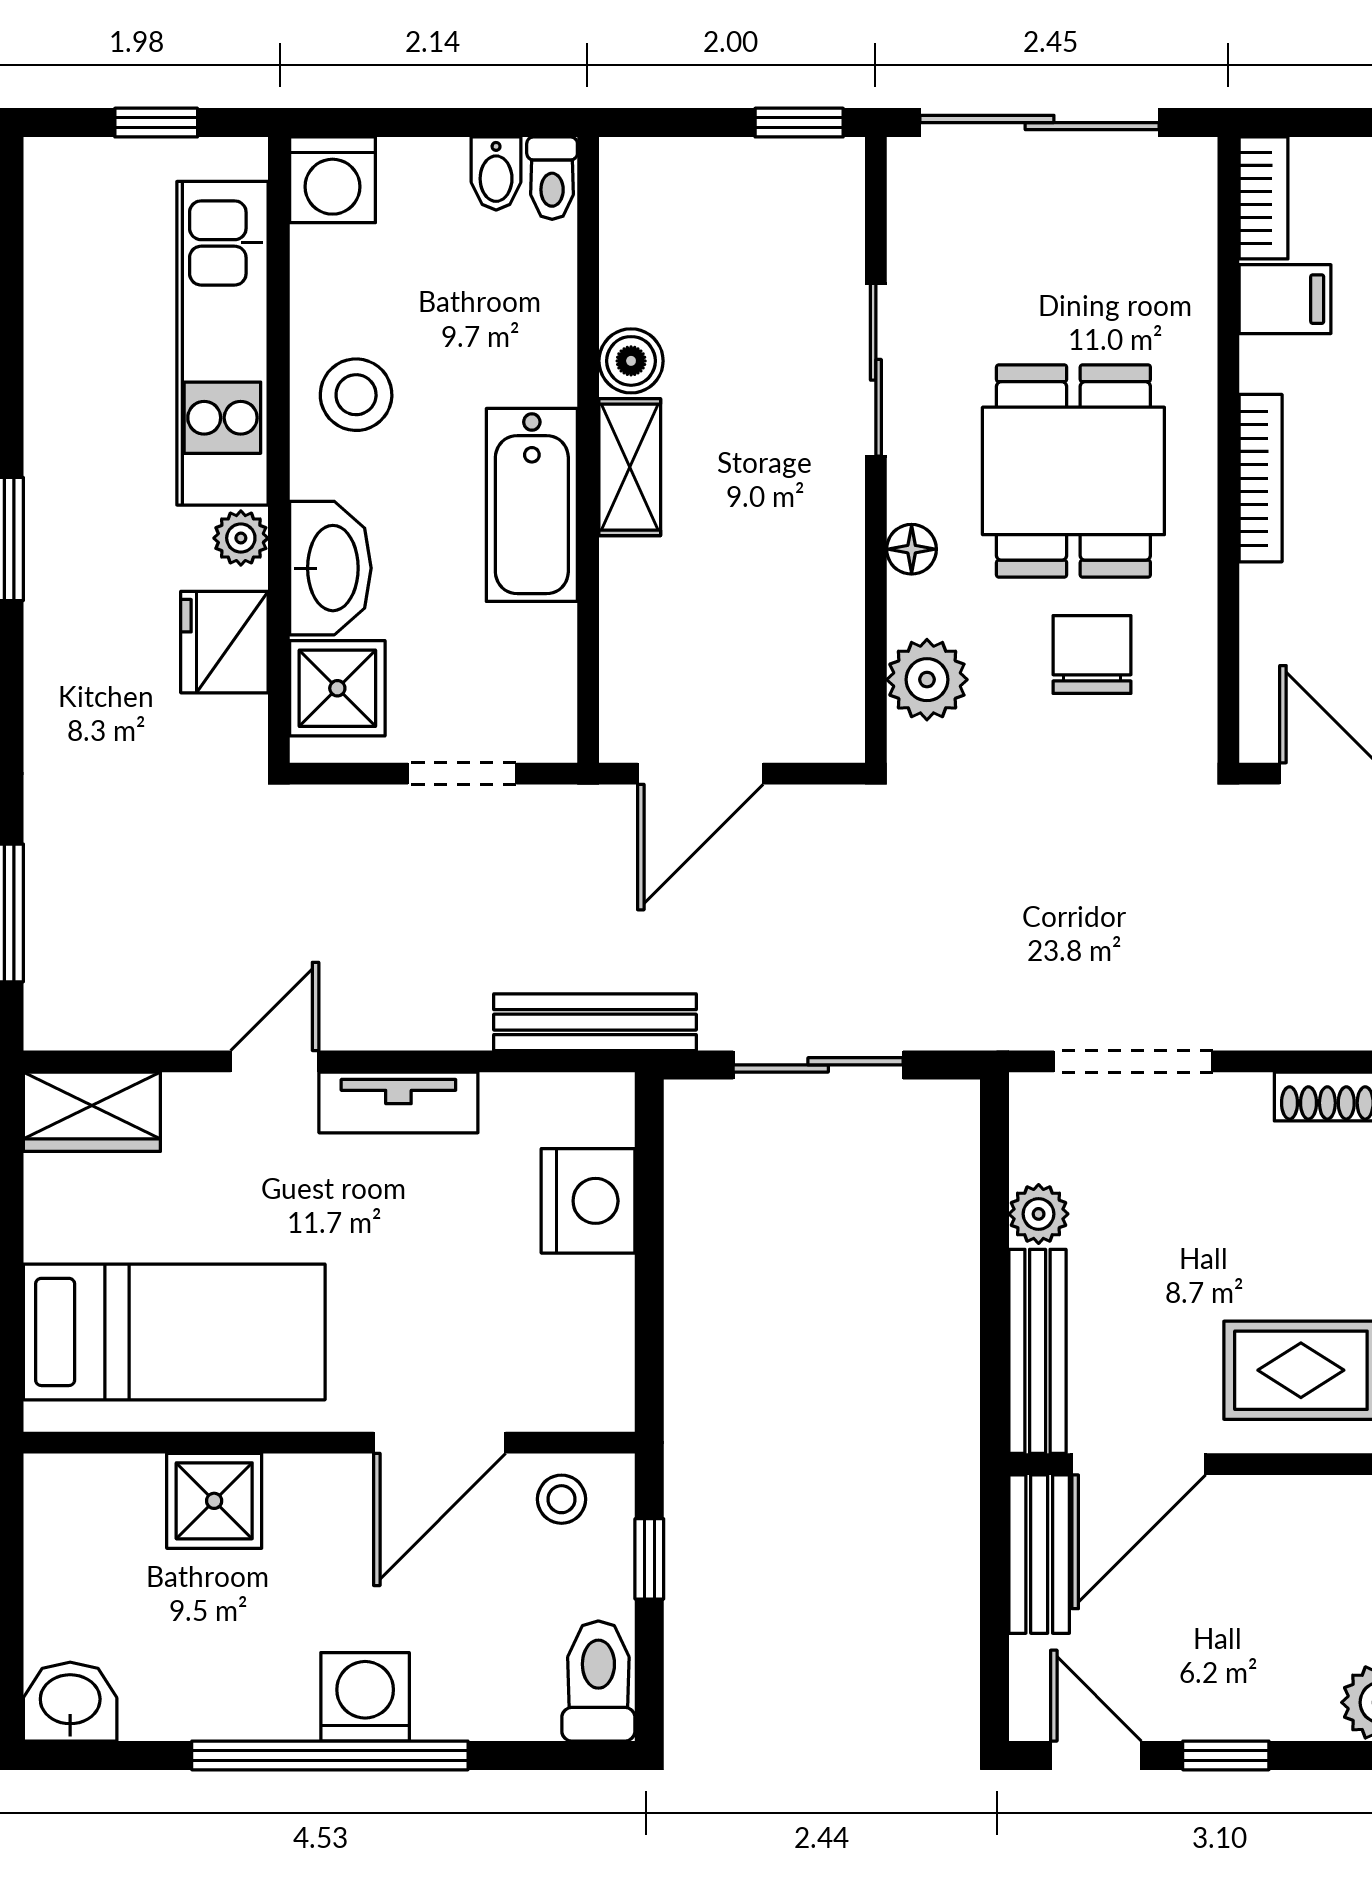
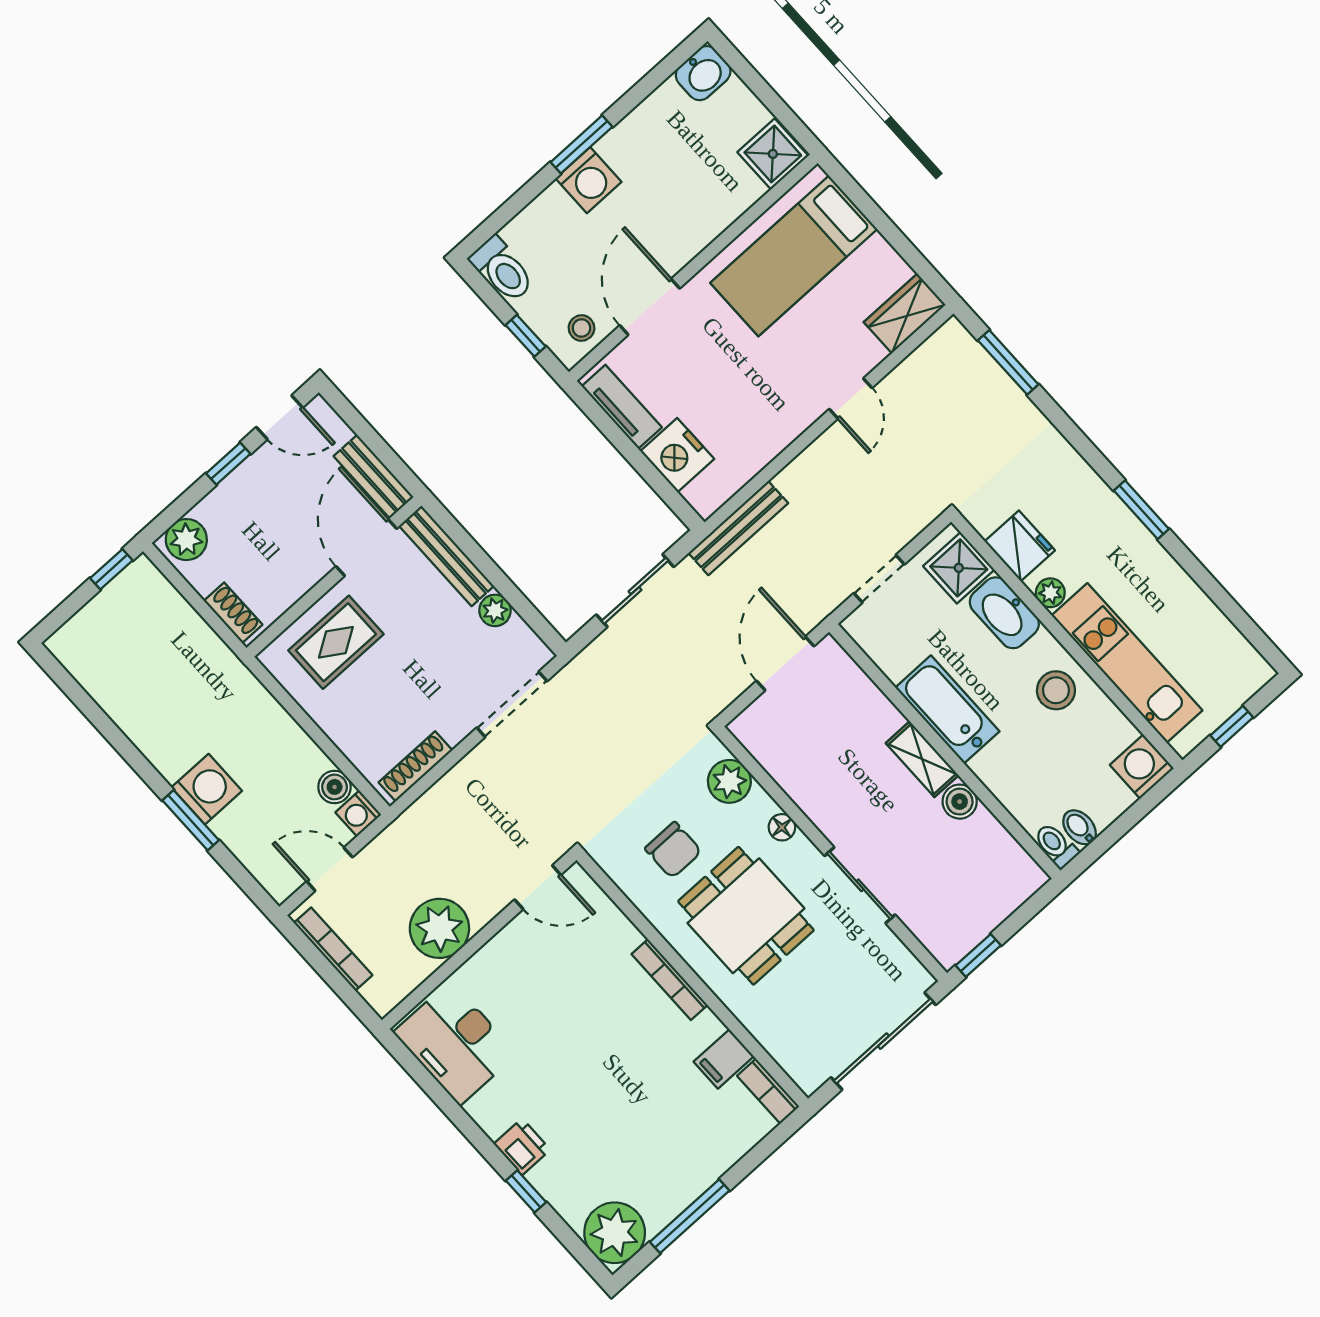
tv unit: (398, 1102) -> (622, 407), moved, turned 90
shower: (214, 1501) -> (773, 154), moved
window: (330, 1755) -> (582, 144), width x0.47

